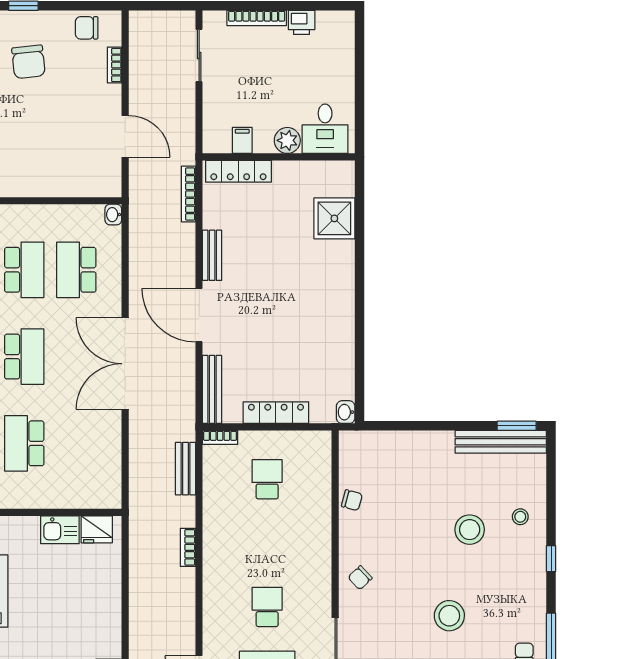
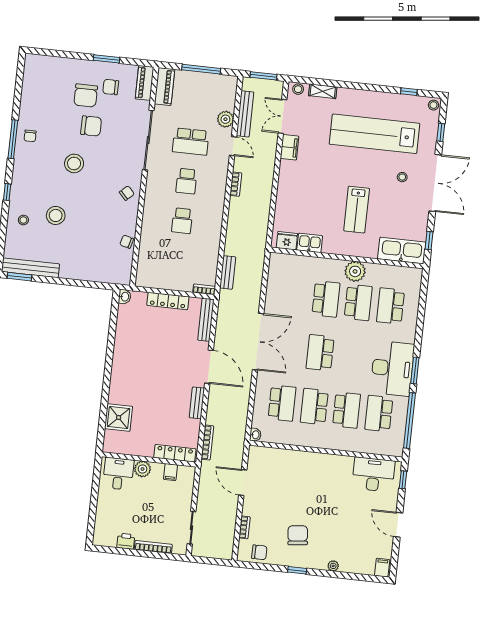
school desk: (267, 479) -> (182, 221), moved
bookcase: (188, 547) -> (236, 184), moved

